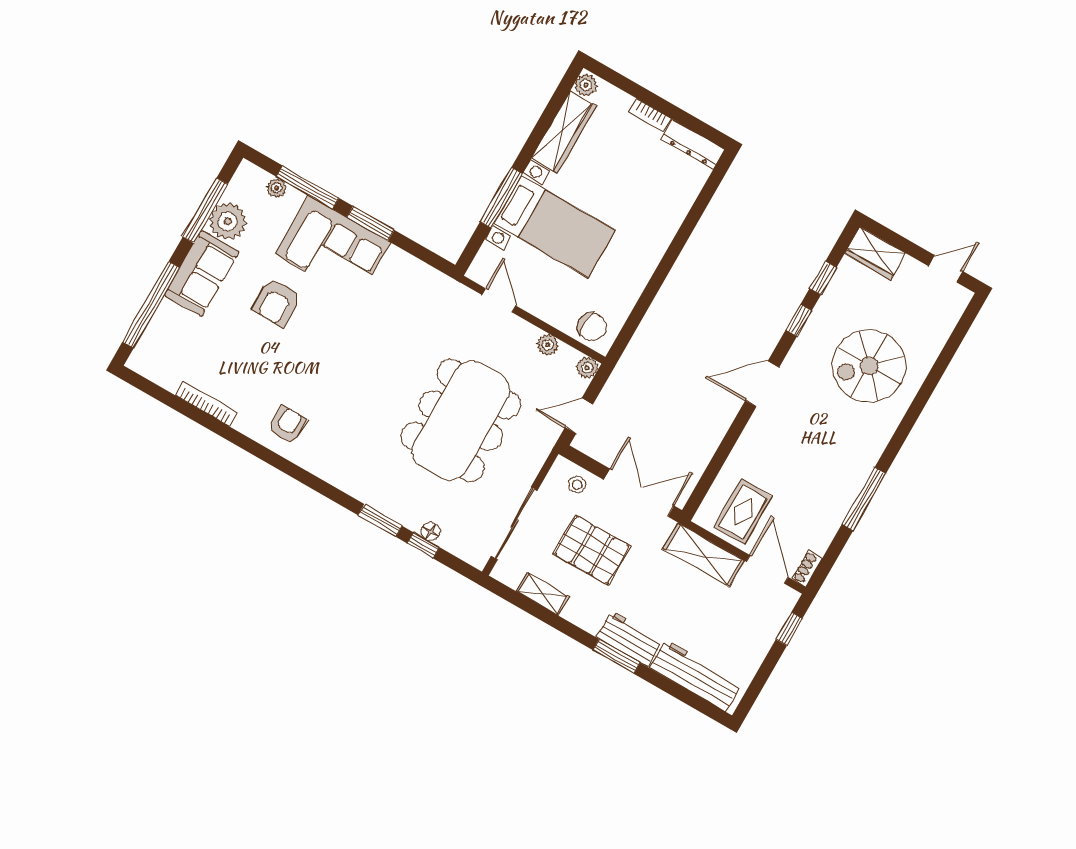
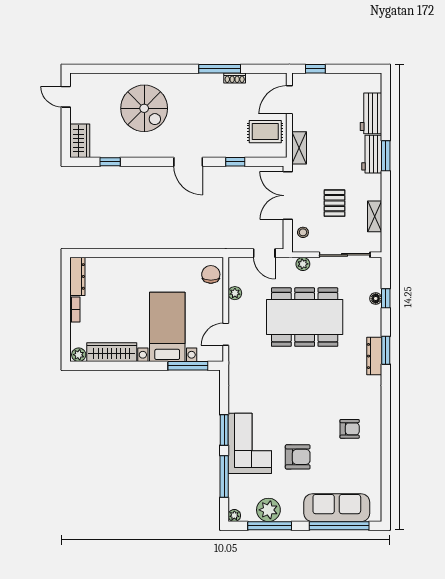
plant: (277, 188) -> (234, 516), moved
window: (501, 198) -> (188, 366), moved
sofa: (202, 273) -> (337, 508), moved, width x1.36
window: (799, 320) -> (235, 162), moved
plant: (587, 368) -> (303, 264), moved
bookcase: (206, 404) -> (377, 464), removed
armchair: (287, 425) -> (350, 429), moved, turned 180
dresser: (354, 485) -> (374, 356), added
window: (380, 521) -> (386, 350), moved
pallet: (592, 550) -> (335, 203), width x0.67, depth x0.71
shelving: (704, 555) -> (299, 148), width x0.67, depth x0.75
shoe rack: (807, 569) -> (235, 78), moved
workbench: (696, 676) -> (371, 113), width x0.73

